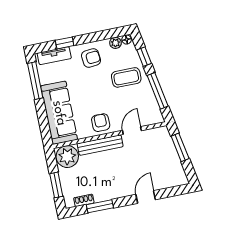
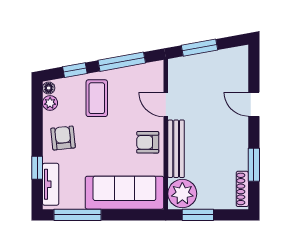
window: (56, 185) -> (198, 215), moved
shoe rack: (84, 200) -> (242, 189), width x1.43

